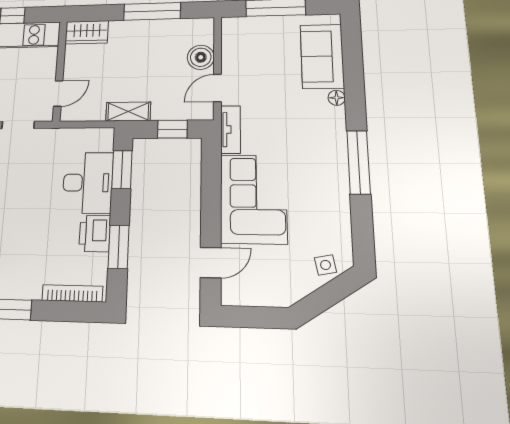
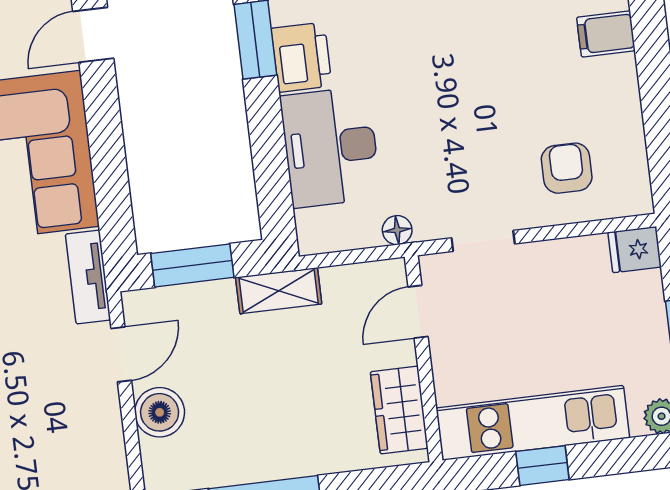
wardrobe: (87, 32) -> (399, 410), moved, turned -90
window: (172, 129) -> (192, 265), width x1.50
floor lamp: (61, 135) -> (397, 230), added
window: (122, 169) -> (272, 179), removed

